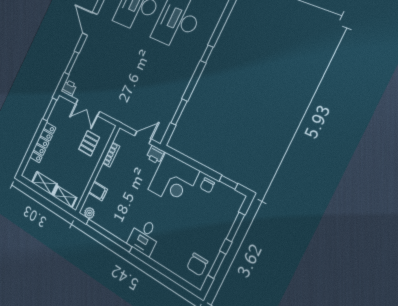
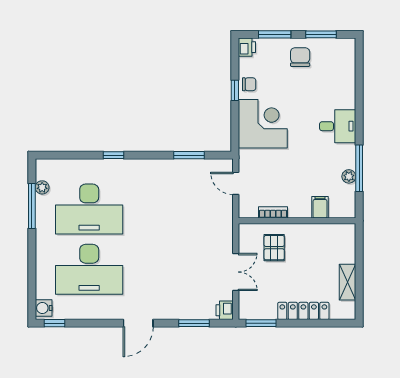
pallet: (89, 143) -> (274, 248), turned 90
printer: (155, 155) -> (247, 47), moved
window: (228, 182) -> (235, 90), moved
shelving: (65, 197) -> (348, 246), removed
plant: (89, 213) -> (349, 176), moved
window: (109, 235) -> (359, 168), width x0.68
chair: (197, 264) -> (300, 57), moved, turned -90

